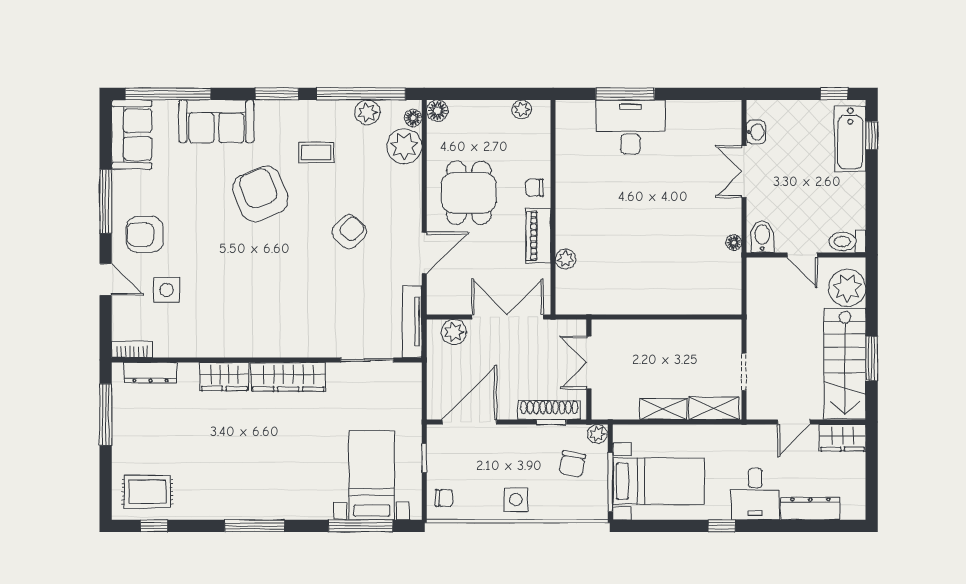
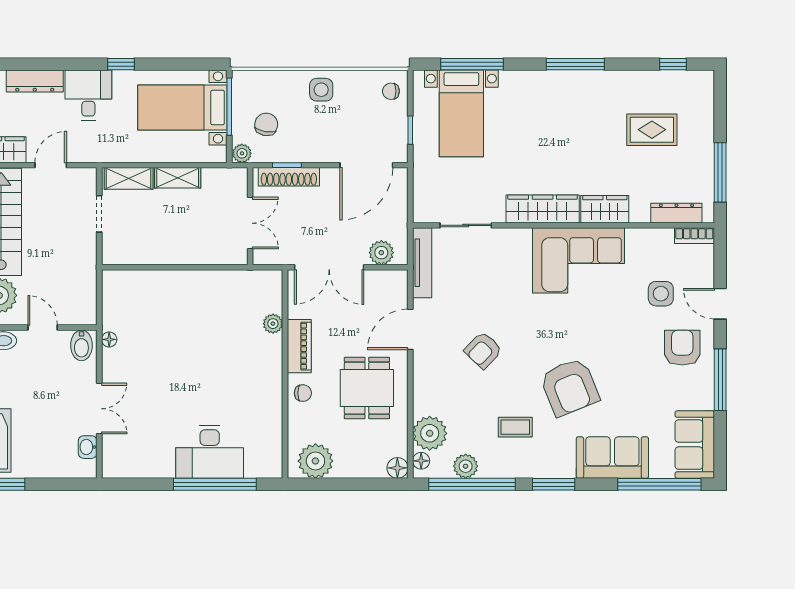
window: (625, 94) -> (215, 484), width x1.46
plant: (522, 109) -> (315, 461), width x1.88, depth x1.88
armchair: (145, 234) -> (682, 348), turned -90
corner sofa: (251, 324) -> (579, 260), added
rug: (148, 491) -> (652, 130), moved

